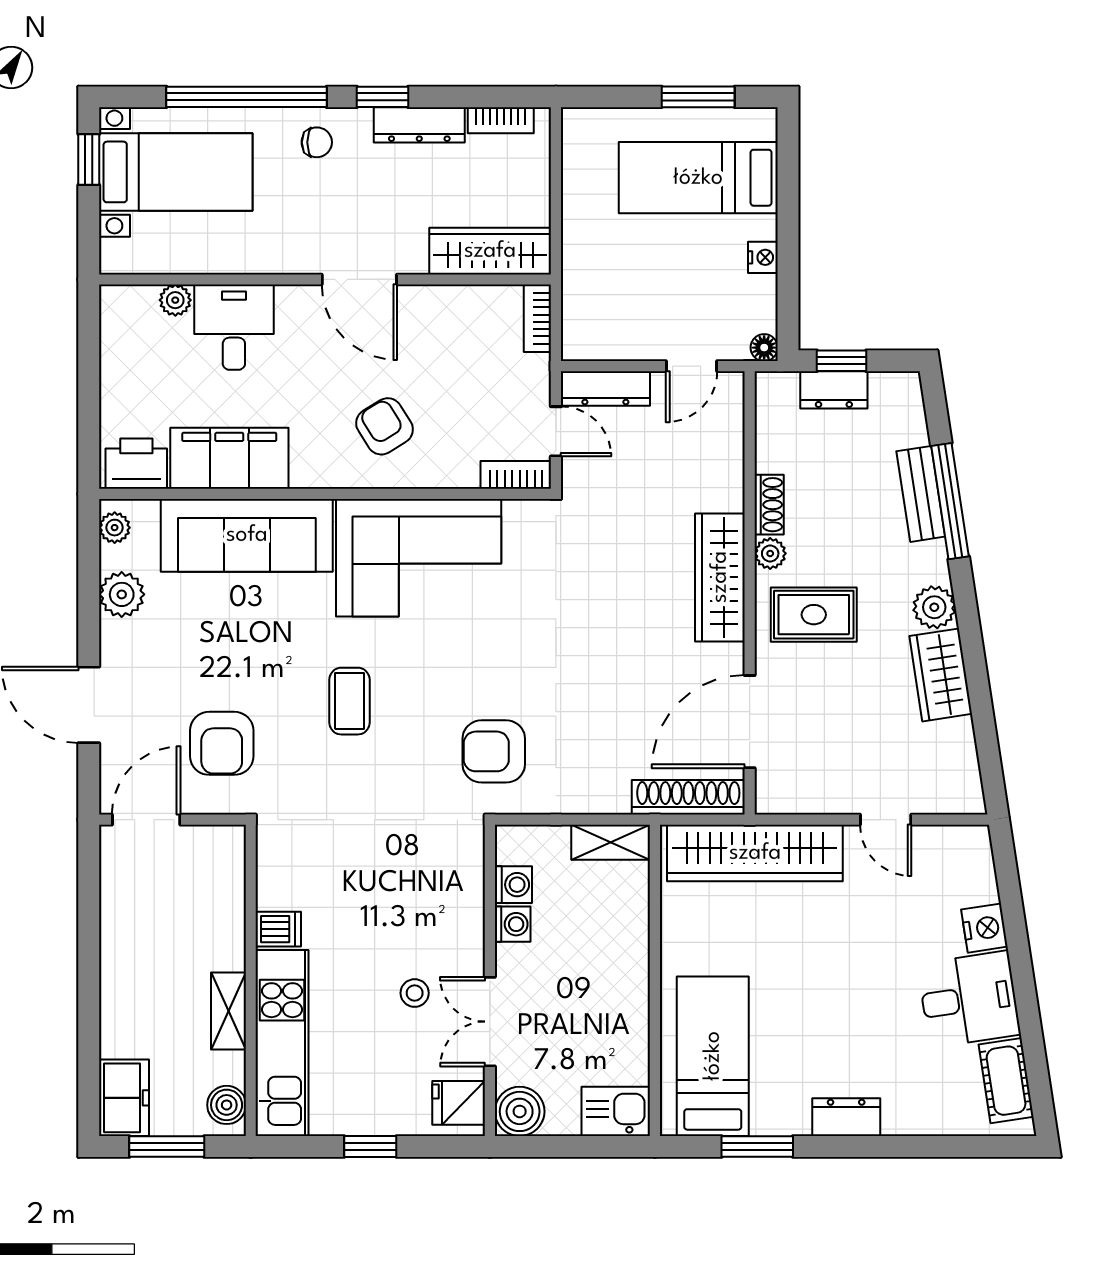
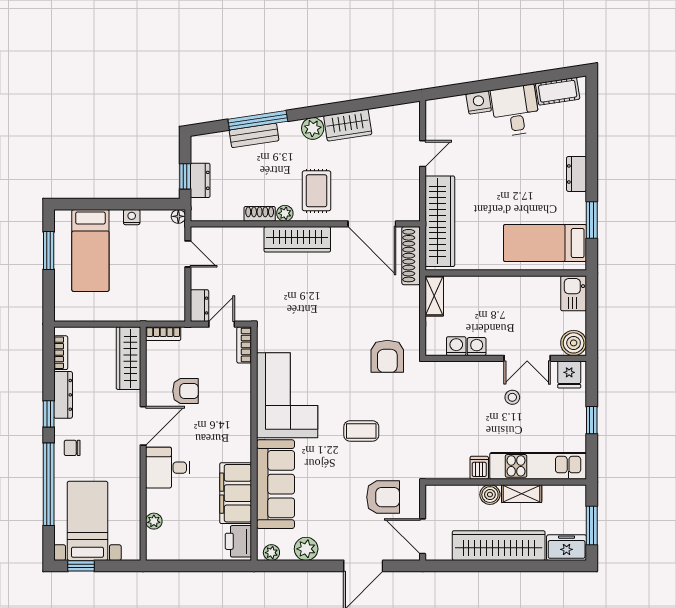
chair: (317, 142) -> (72, 448), turned -90
desk: (234, 327) -> (168, 468), moved
dresser: (605, 388) -> (200, 306), width x0.70
armchair: (385, 426) -> (186, 391), moved, turned -148
wardrobe: (128, 967) -> (499, 546), added
boiler: (227, 1105) -> (490, 495), moved

